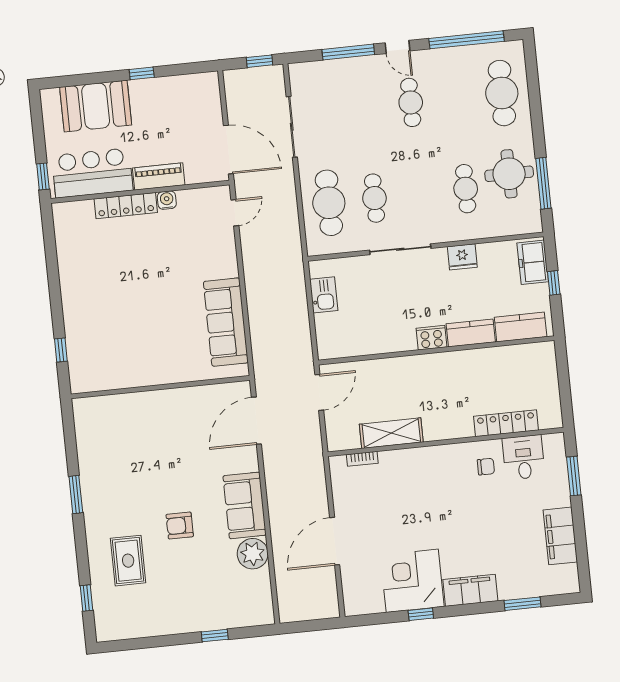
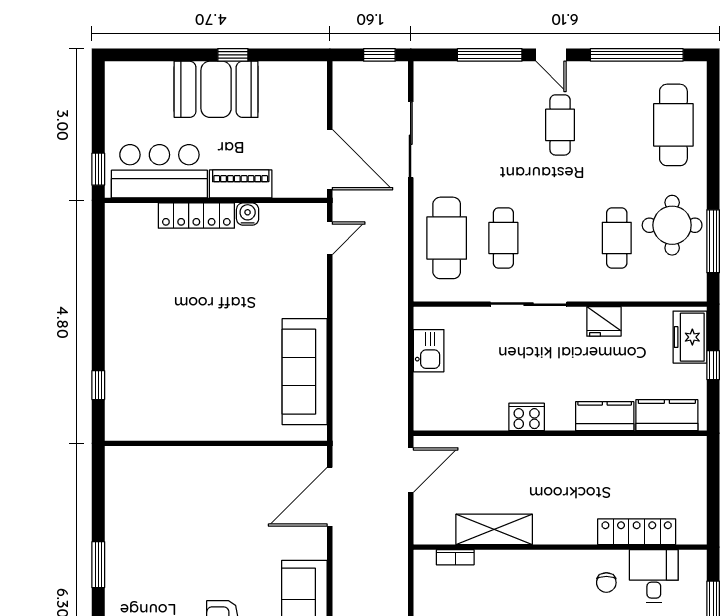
booth: (96, 106) -> (216, 89), moved
cooker: (431, 338) -> (527, 417), moved
chair: (486, 467) -> (606, 583), turned 90

